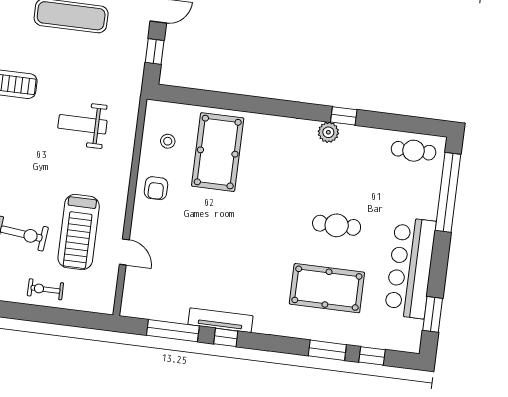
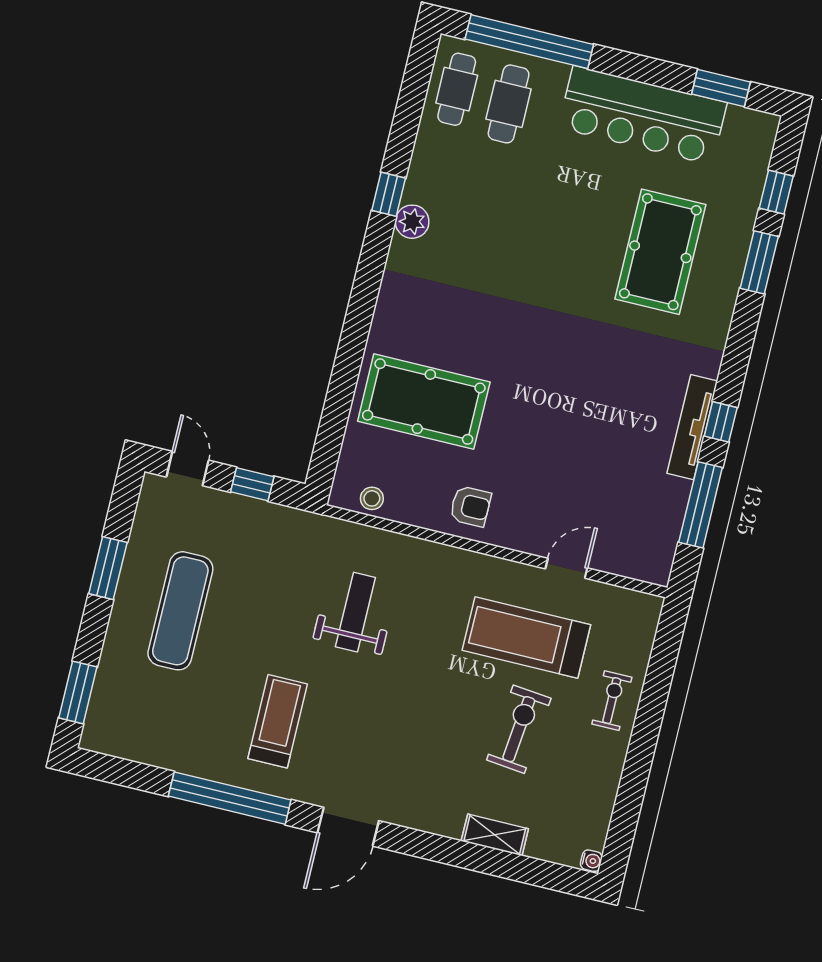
weight bench: (82, 124) -> (355, 612), turned 180
stool: (168, 141) -> (372, 498), moved
cafe table: (337, 225) -> (509, 104), moved
treadmill: (79, 232) -> (526, 638), turned 180
exercise bike: (45, 289) -> (612, 701), turned 180

